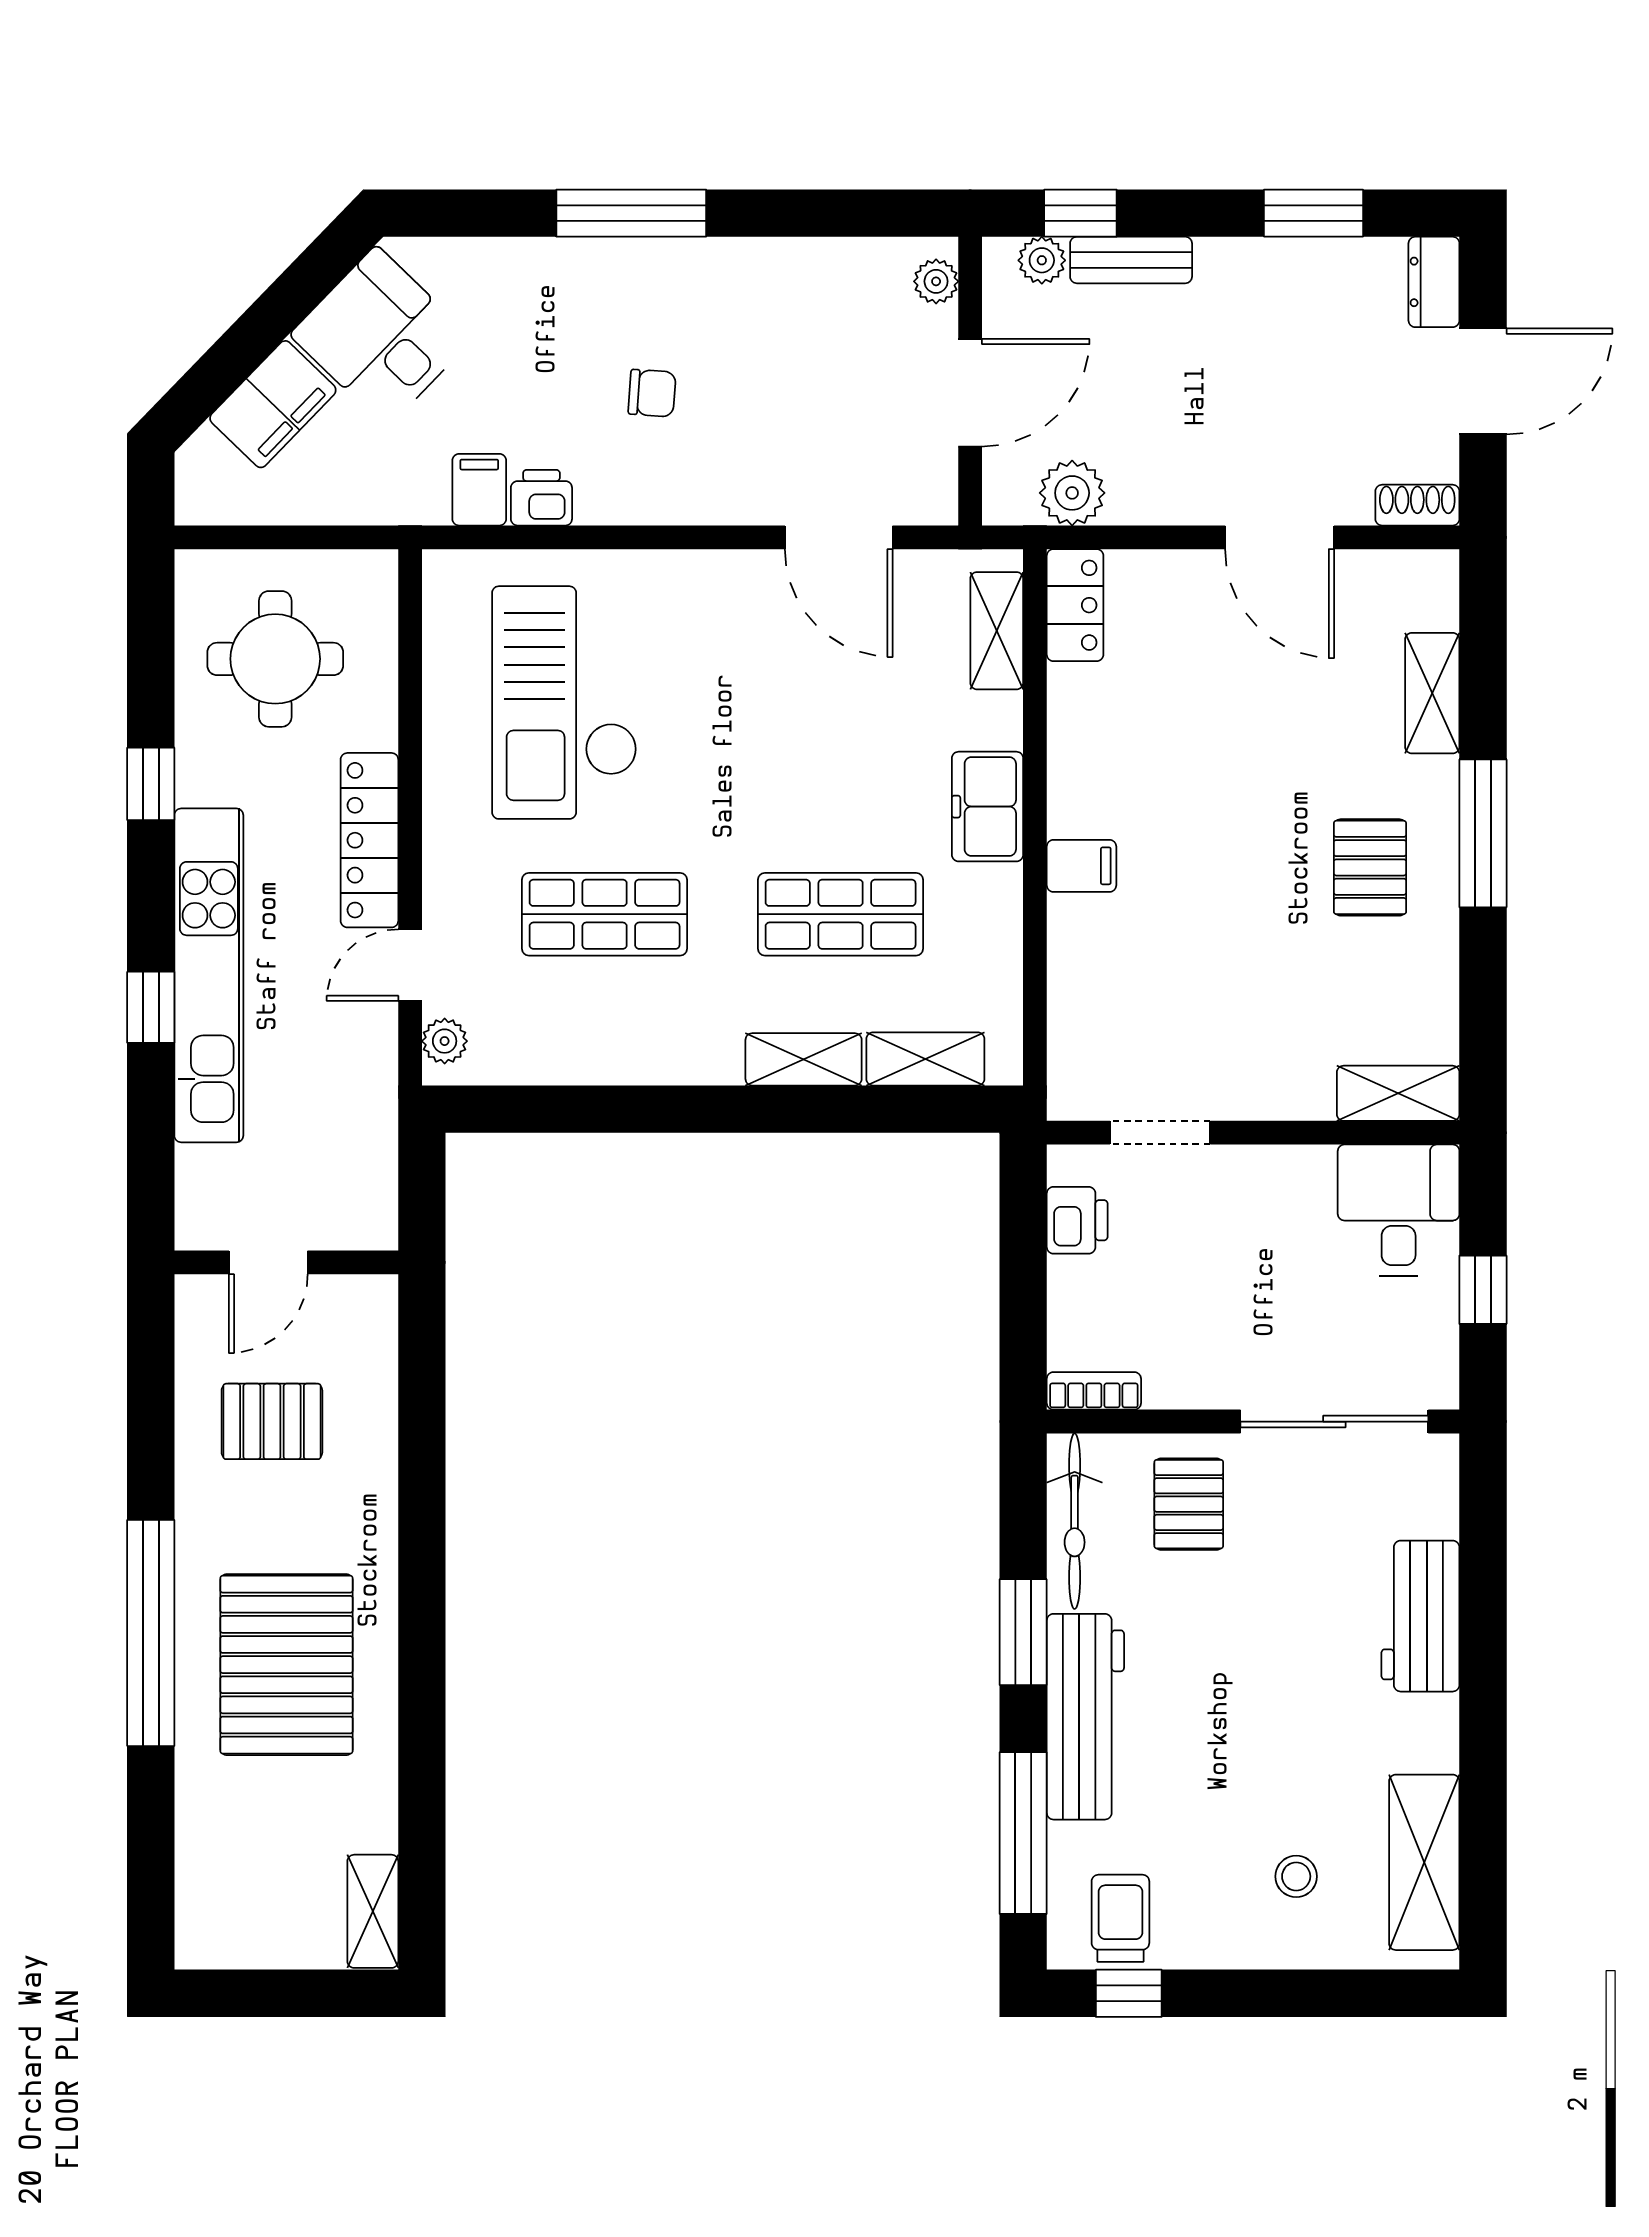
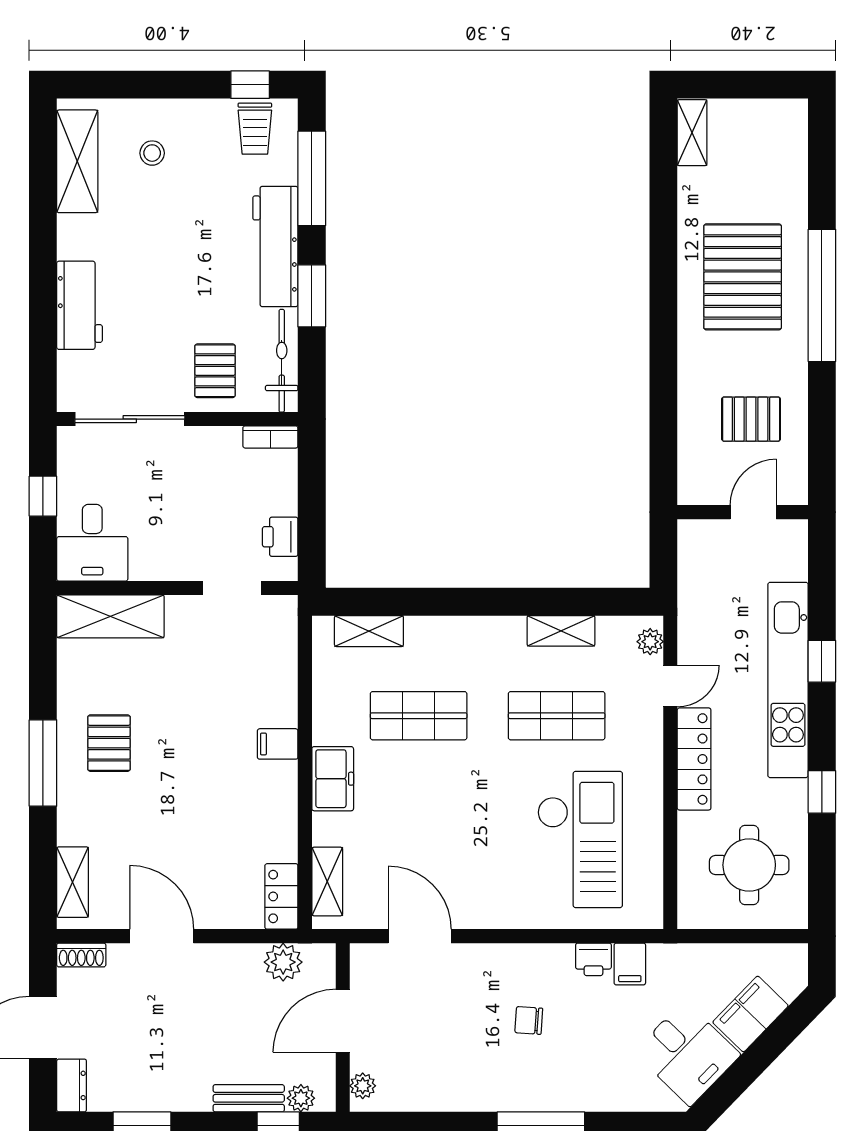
shelving: (1432, 693) -> (73, 882), moved
shelving: (804, 1059) -> (561, 631), moved
shelving: (1398, 1093) -> (110, 616), width x1.50, depth x1.33

